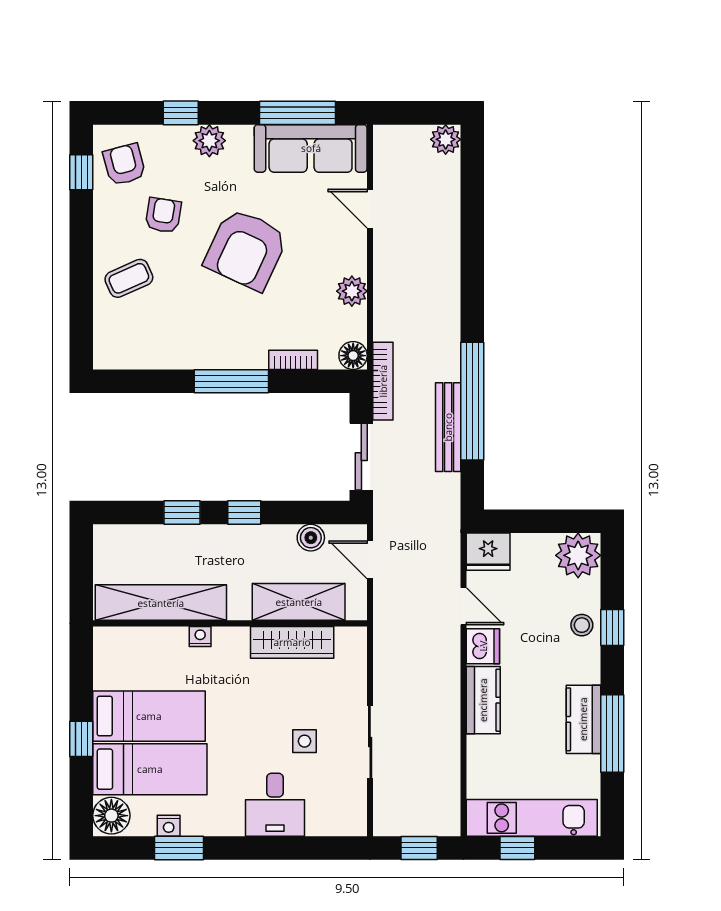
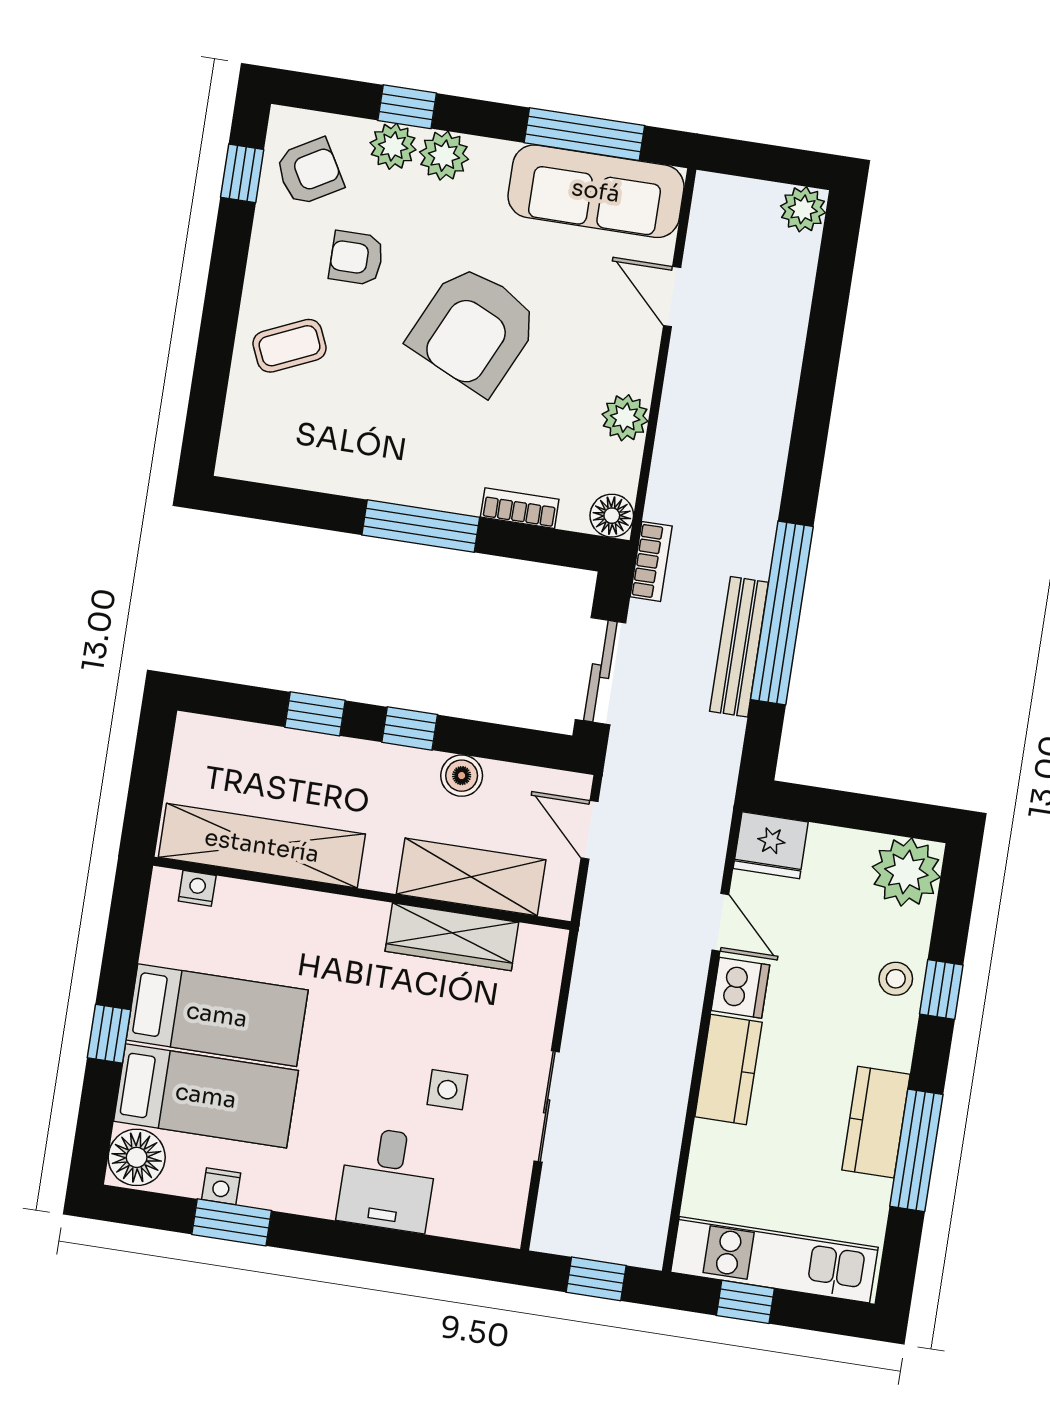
plant: (176, 140) -> (393, 146), added
armchair: (124, 164) -> (309, 172), turned 75
armchair: (163, 215) -> (356, 258), turned -99
bookcase: (383, 381) -> (651, 561), width x0.64
boiler: (311, 538) -> (462, 776), moved
nightstand: (200, 636) -> (197, 888), moved

